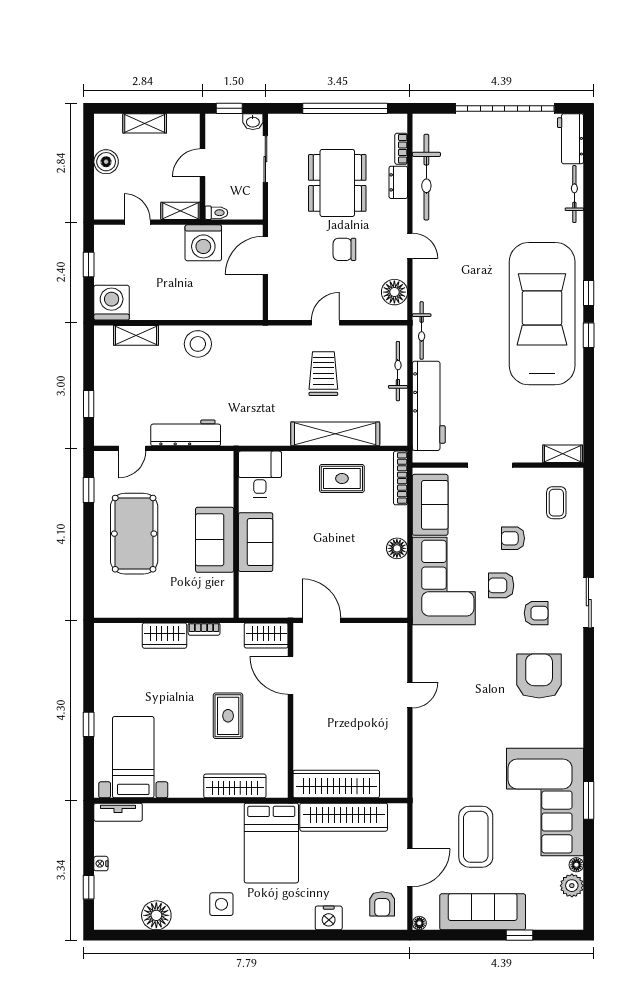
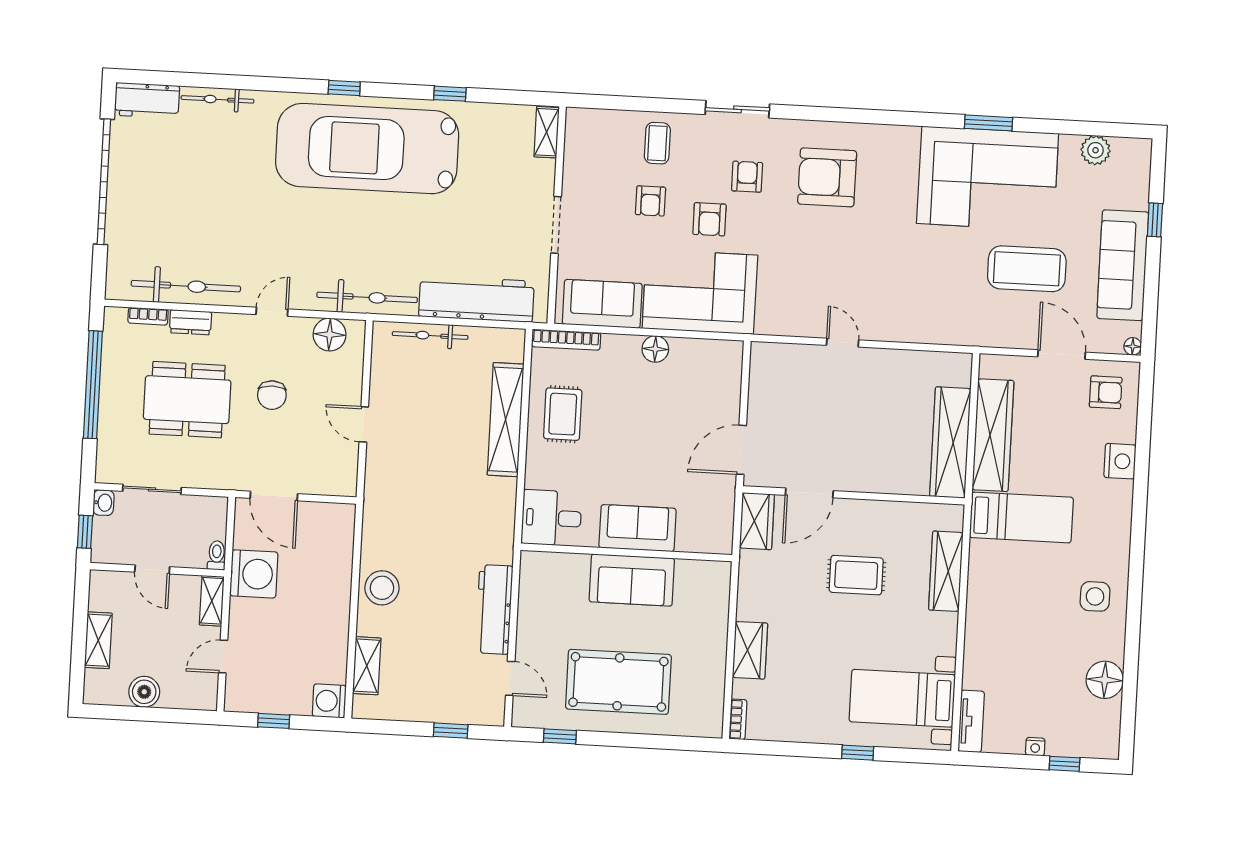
washing machine: (112, 303) -> (329, 701), width x0.73, depth x0.73
bicycle: (422, 330) -> (367, 297), width x1.37, depth x1.40
window: (589, 335) -> (450, 94), moved
trolley: (323, 374) -> (428, 430), removed
coffee table: (556, 503) -> (657, 143), moved, turned 90
bookcase: (204, 629) -> (738, 719), moved
bed: (271, 843) -> (1021, 517), width x0.67
floor lamp: (576, 865) -> (1069, 143), removed

